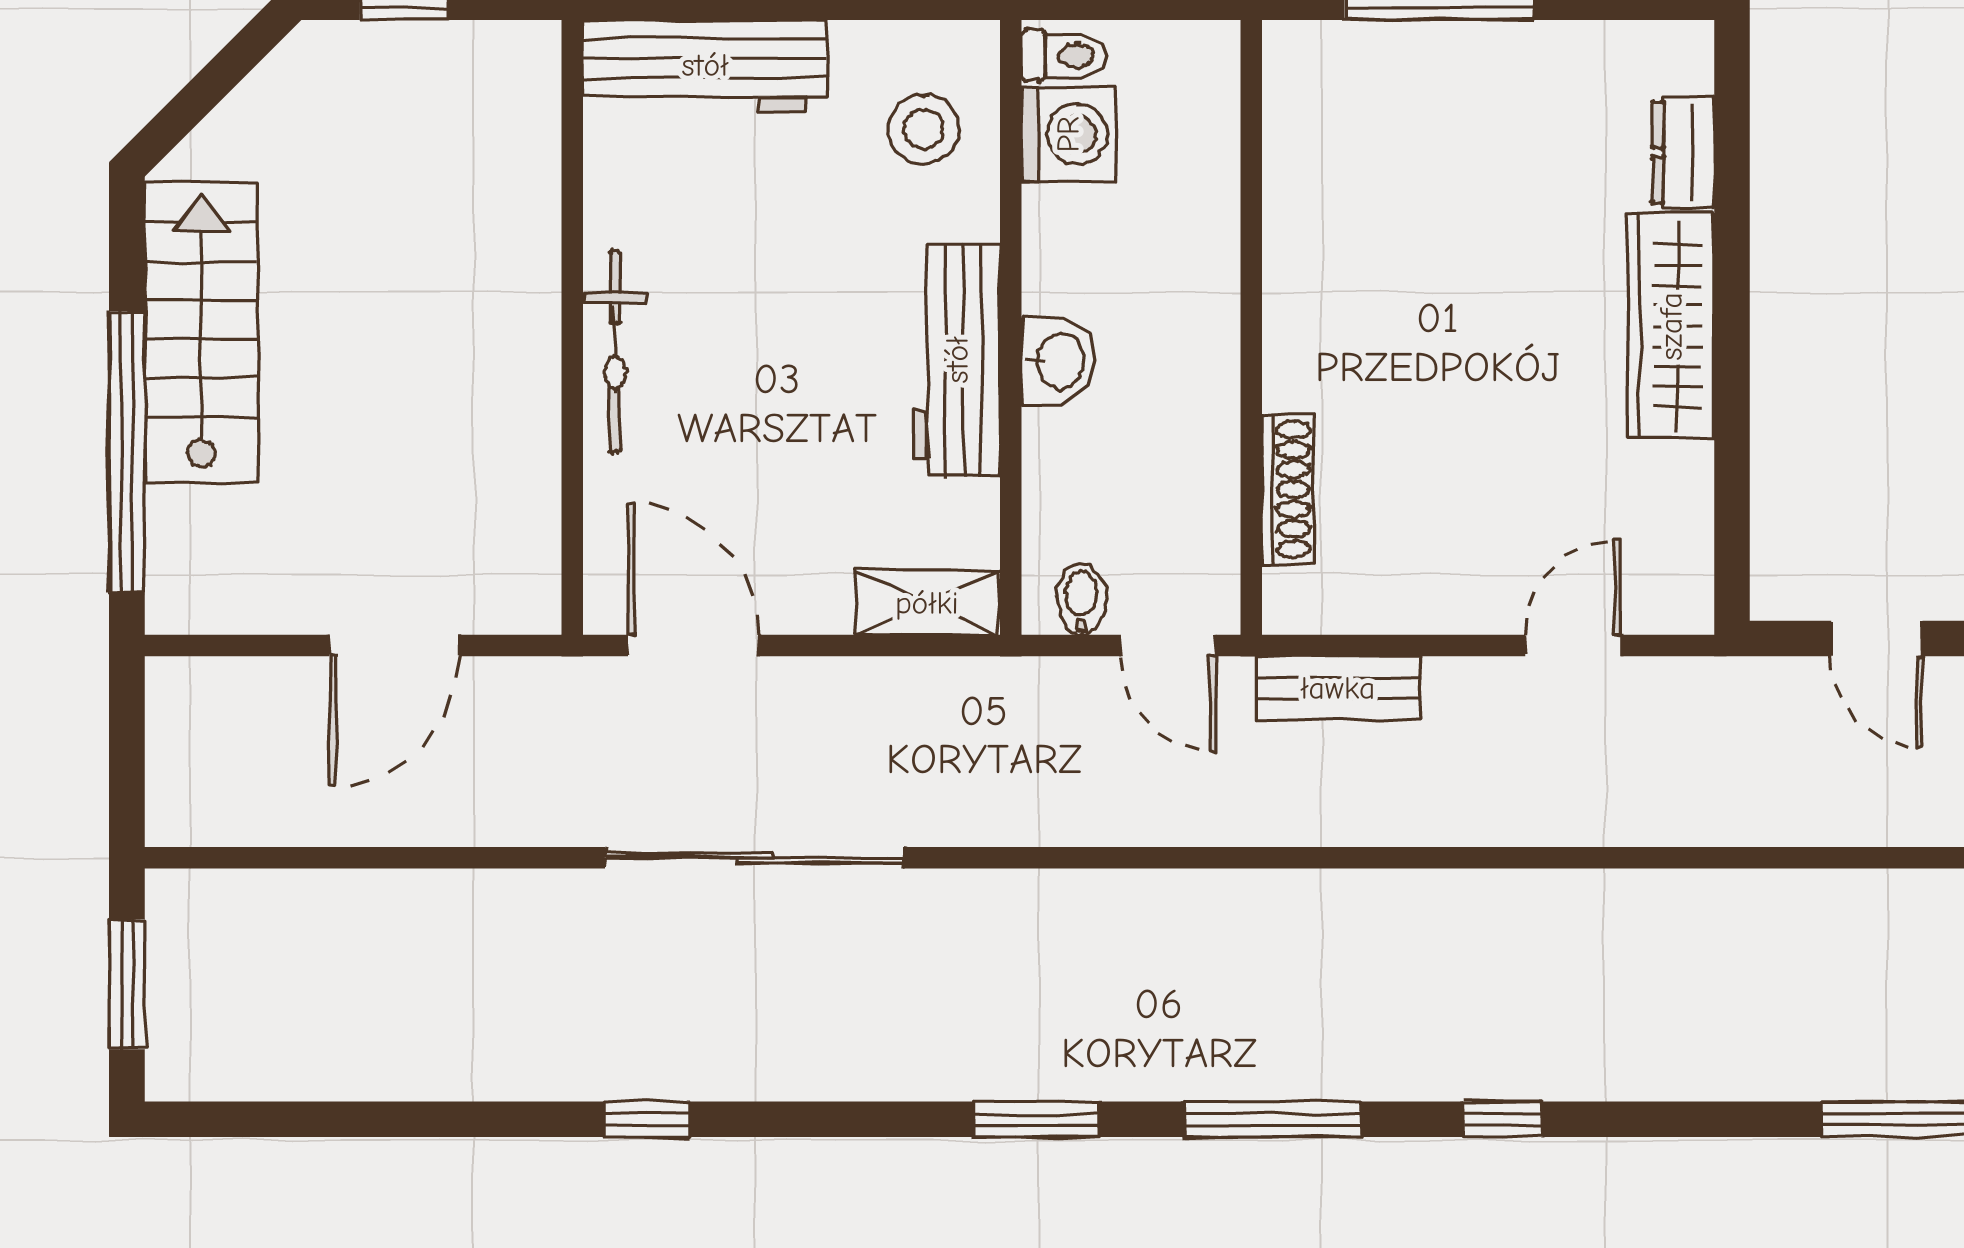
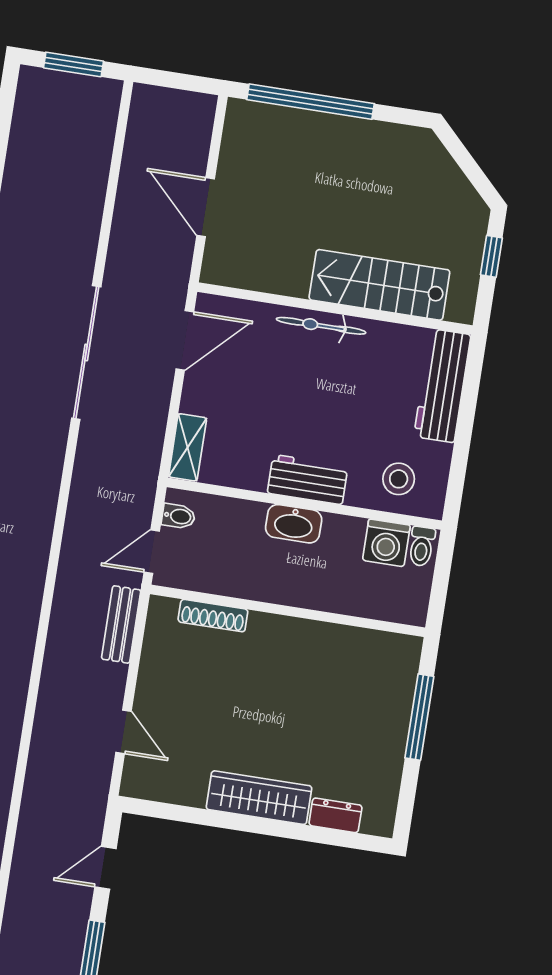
stairs: (201, 333) -> (379, 285), moved, turned 180
workbench: (957, 360) -> (308, 480), width x0.73
washbasin: (1058, 361) -> (294, 524), width x1.38

